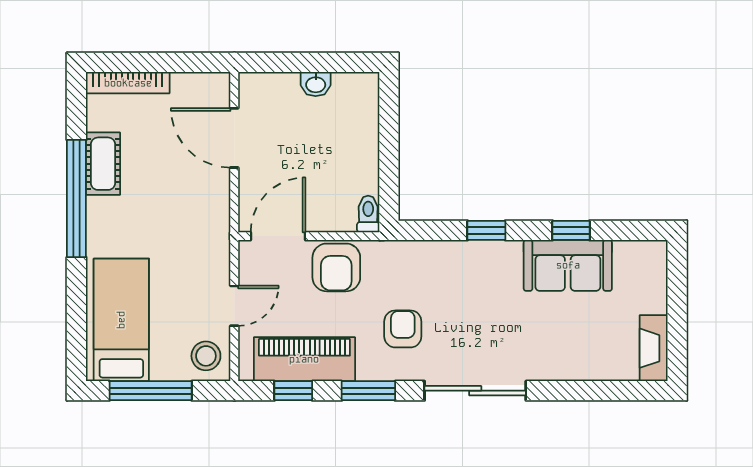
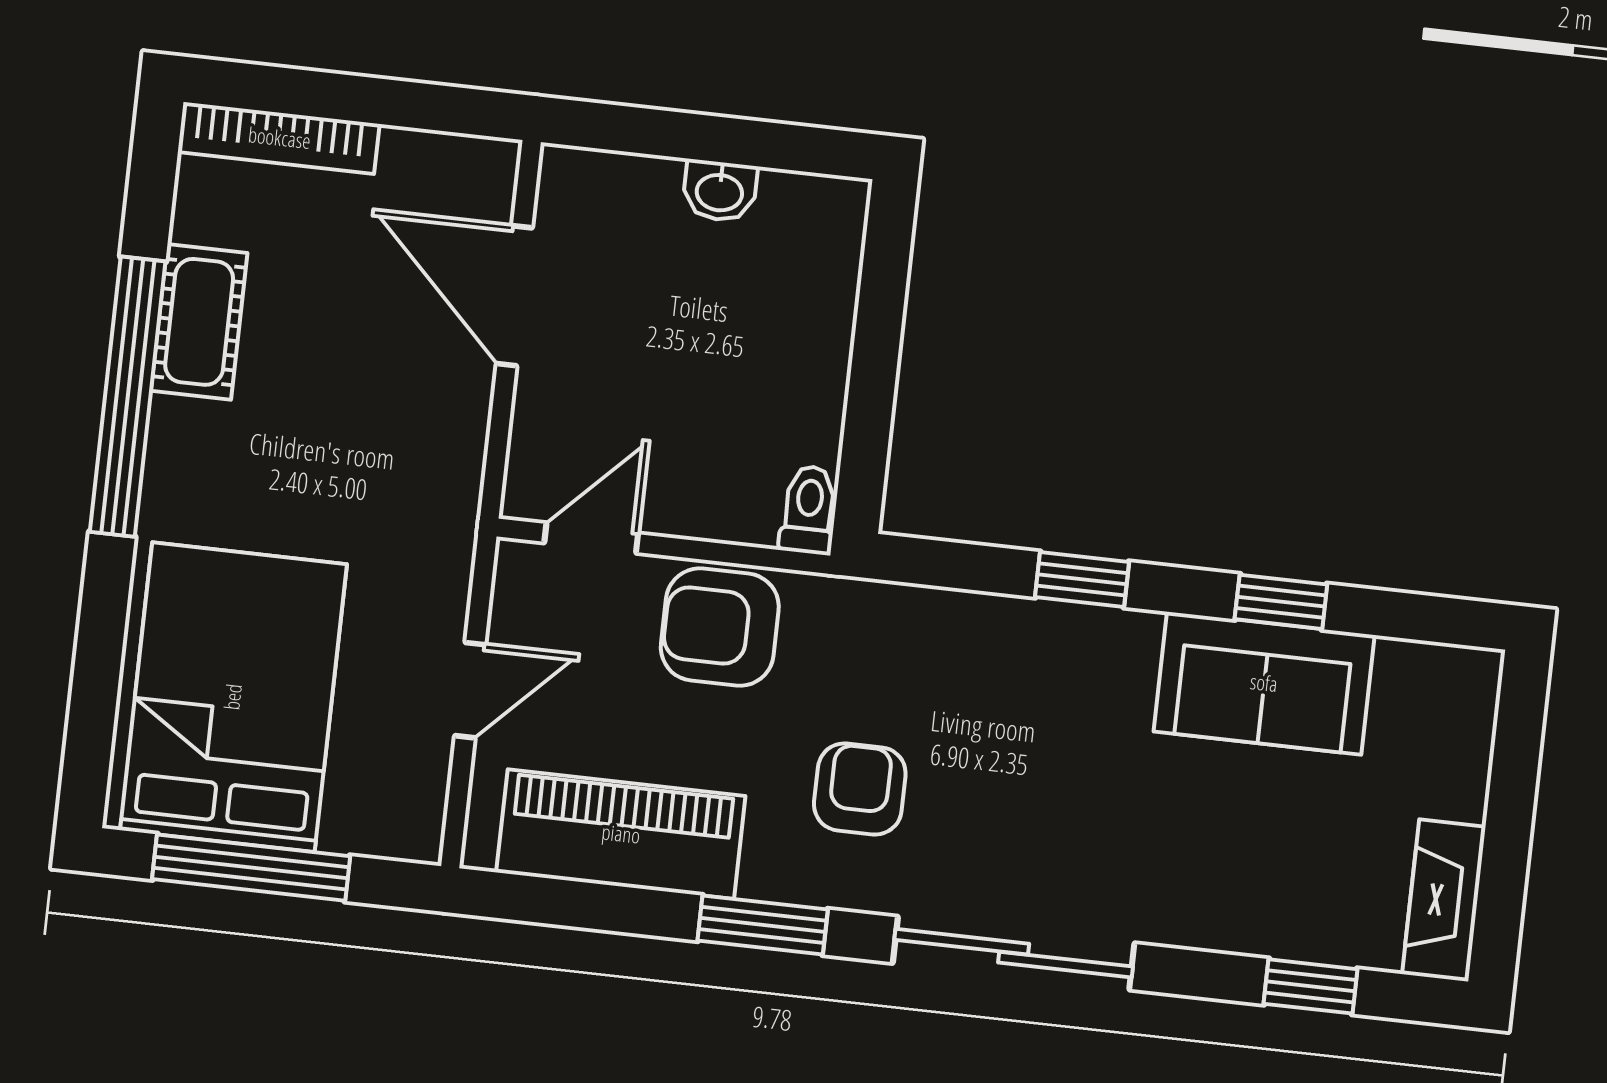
door: (278, 236) -> (591, 538), width x0.73
armchair: (336, 267) -> (720, 627), turned 90
bed: (121, 320) -> (233, 697), width x1.50
stool: (206, 356) -> (390, 800), removed
window: (293, 391) -> (1311, 986), moved

